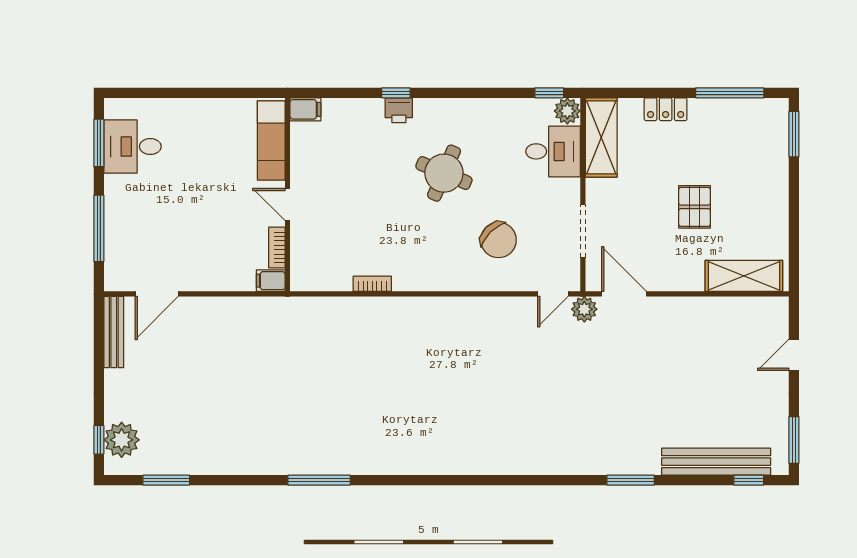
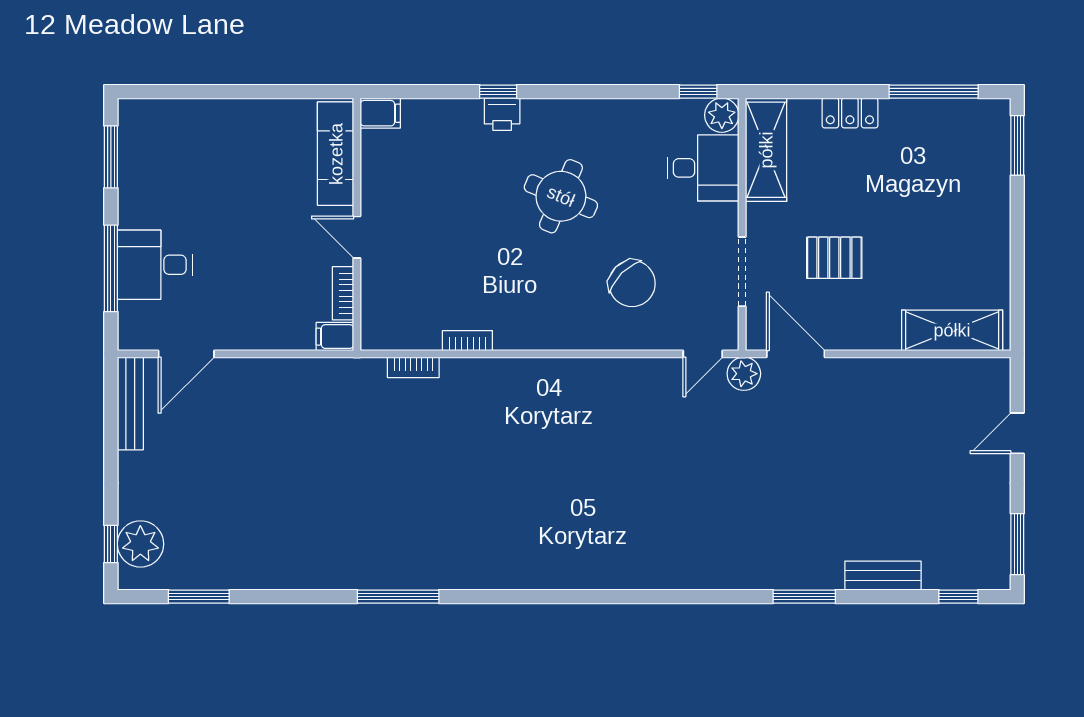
desk: (132, 147) -> (155, 265), moved
pallet: (695, 207) -> (834, 258), moved, turned 90
bookcase: (331, 304) -> (413, 367), added
bench: (716, 462) -> (883, 576), width x0.54, depth x0.82

